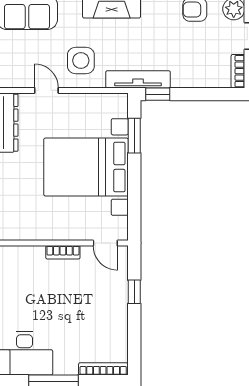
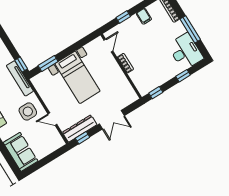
door: (46, 90) -> (52, 119), hinge flipped
bed with nightstands: (86, 167) -> (78, 77), width x0.73
filing cabinet: (116, 324) -> (144, 16), added

